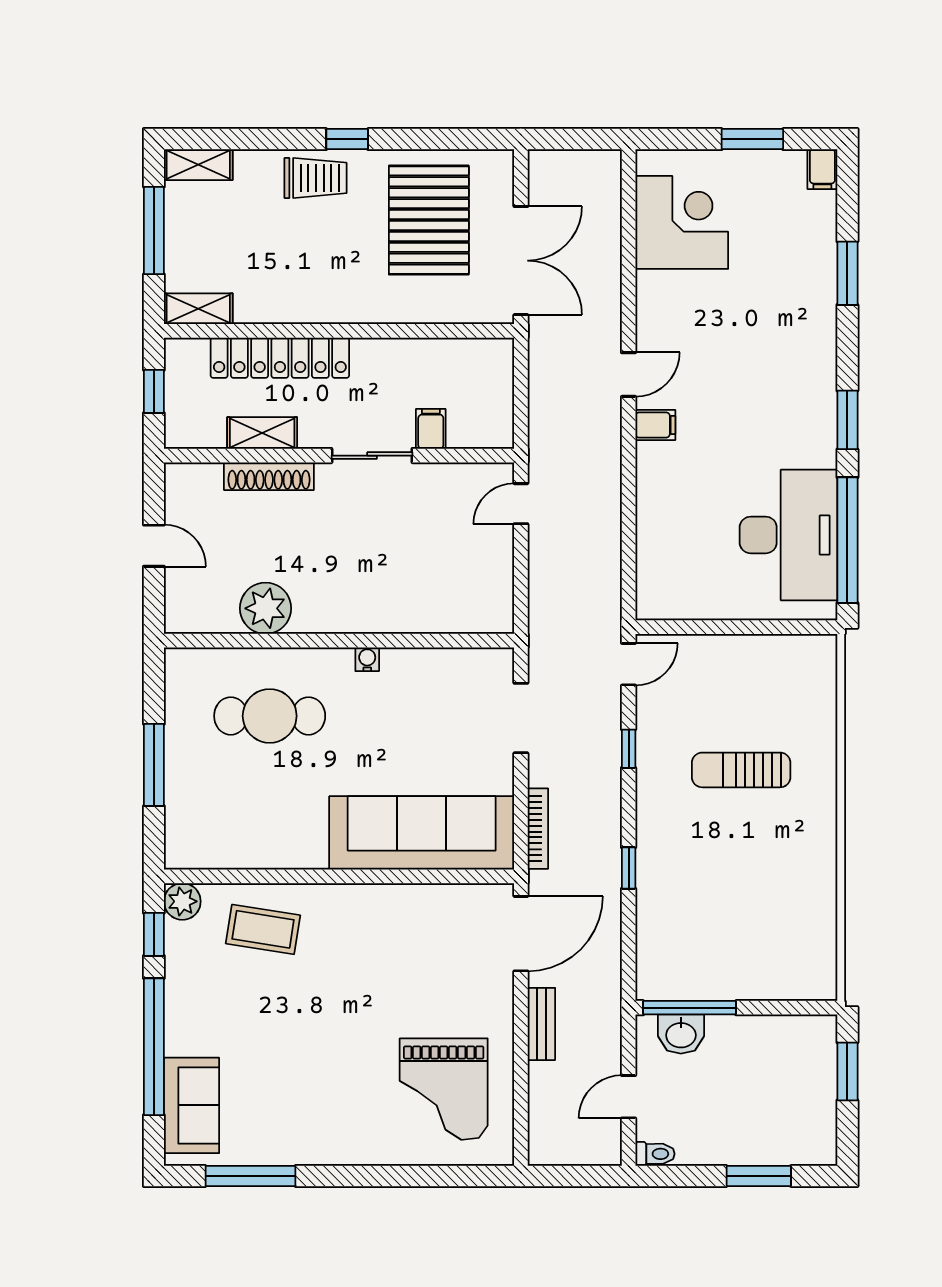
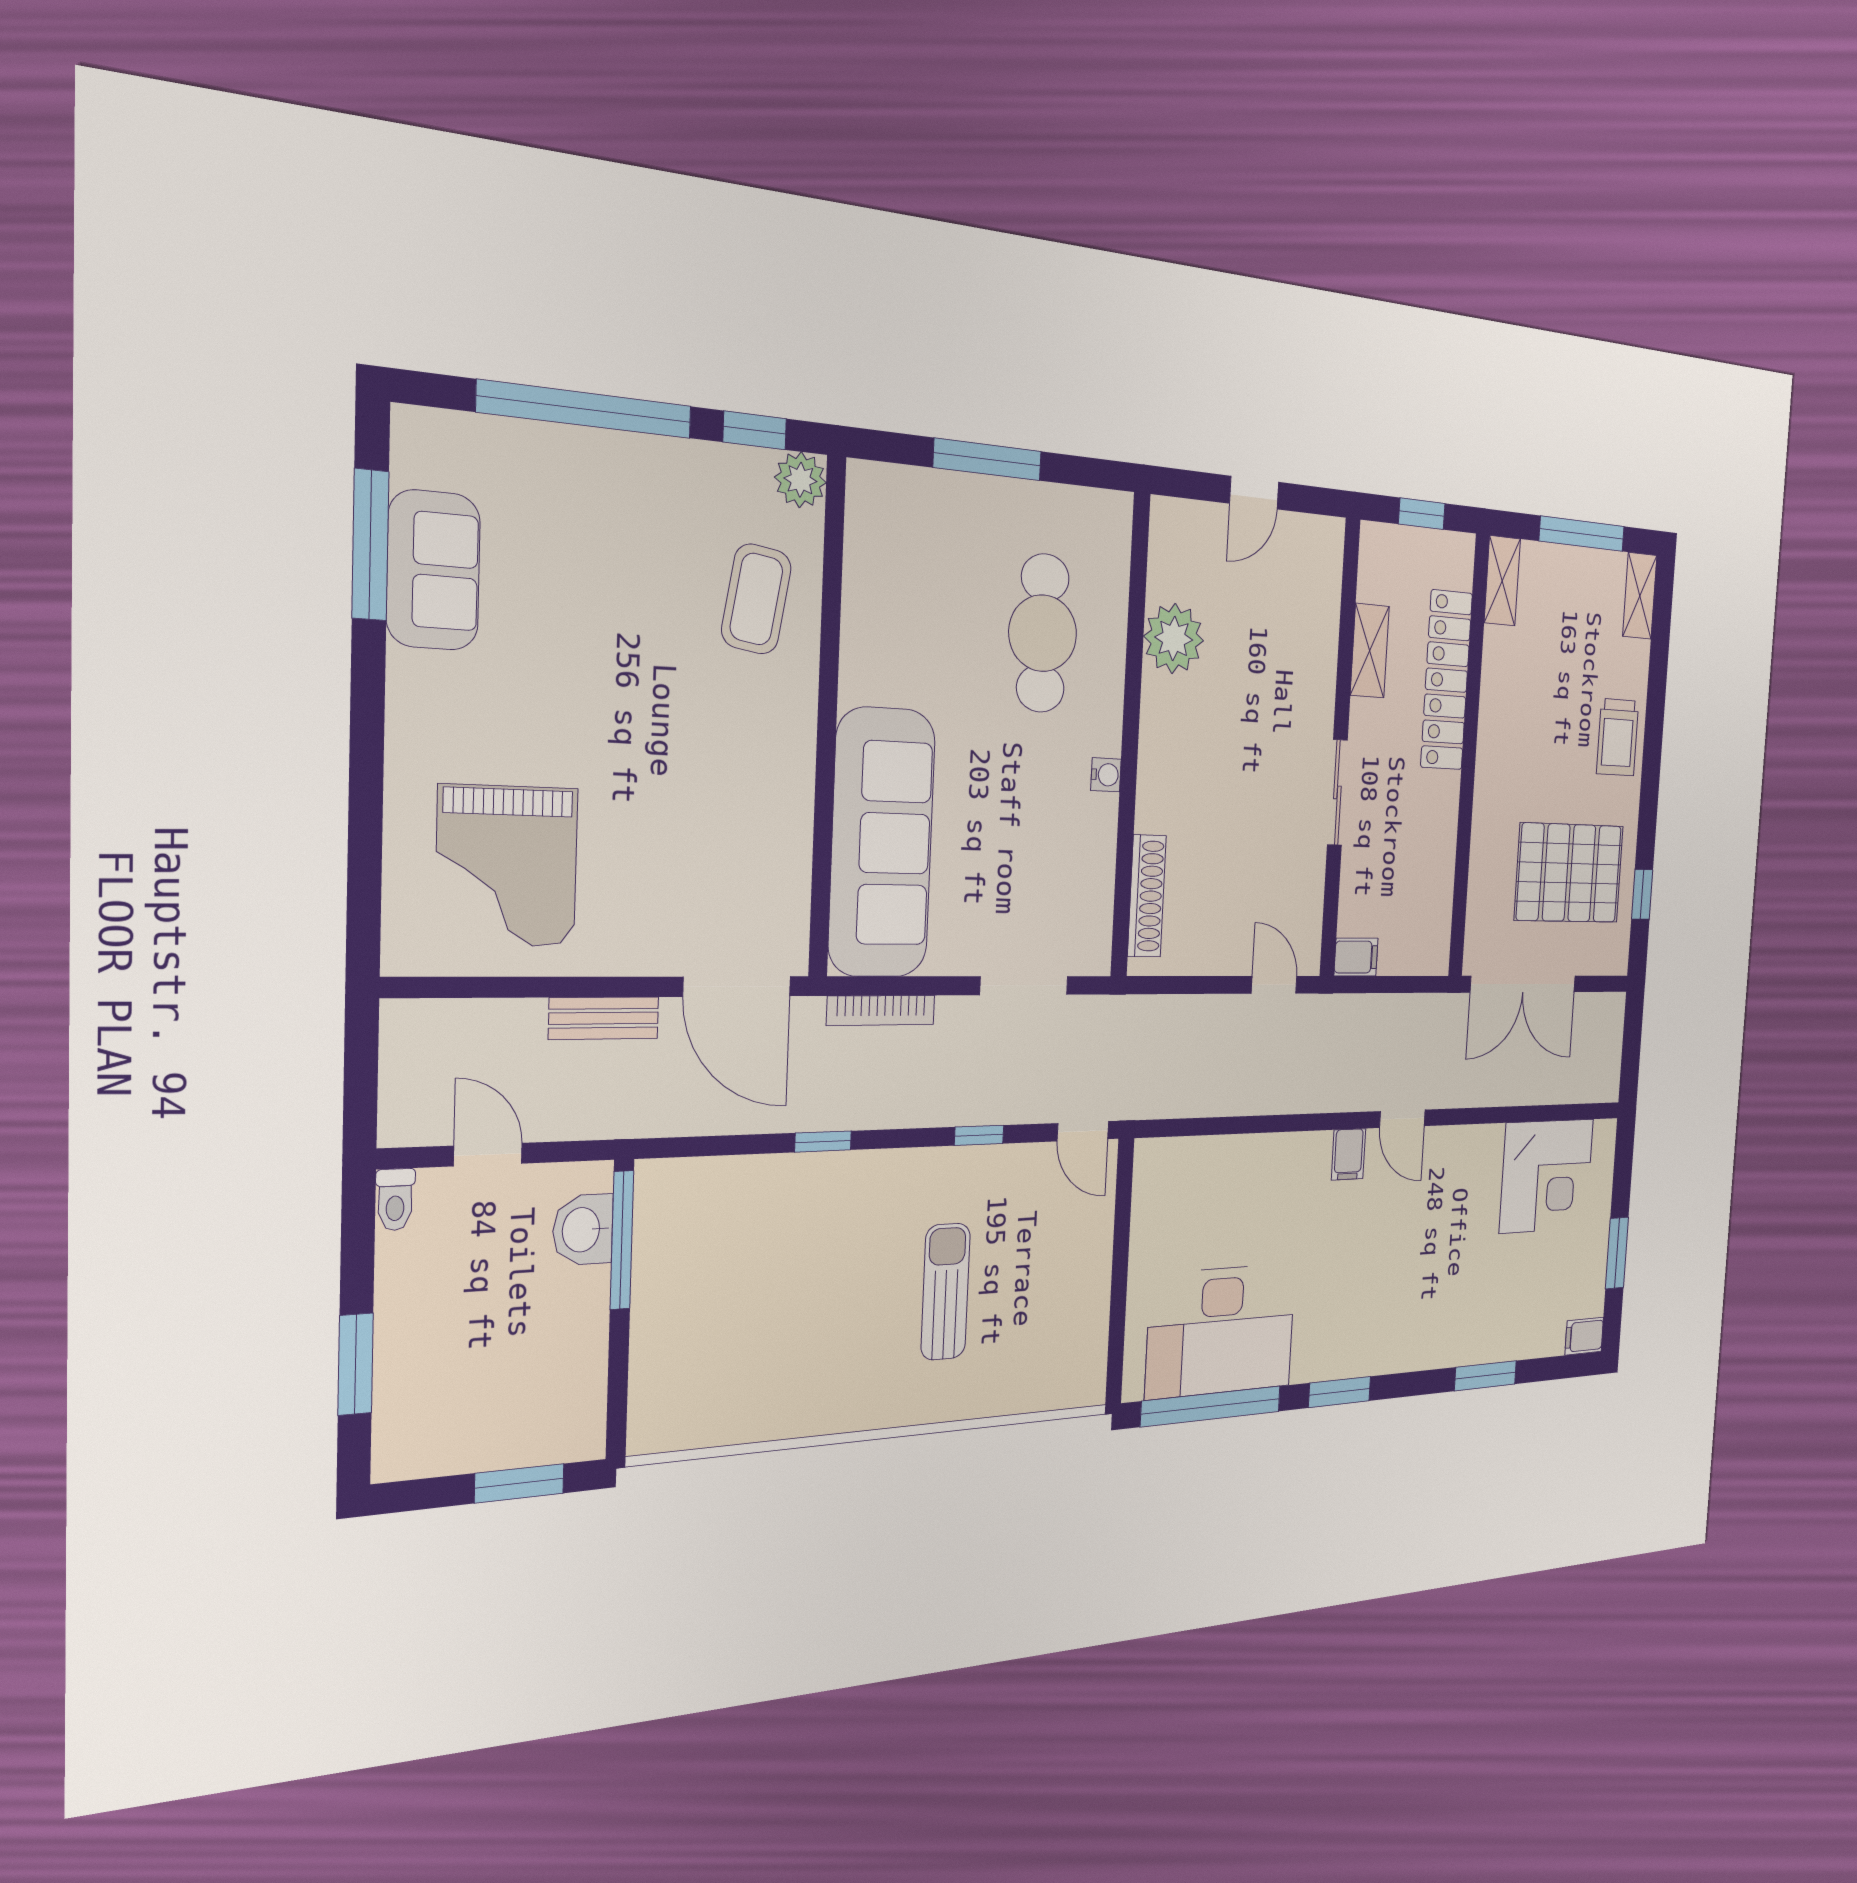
window: (347, 139) -> (1642, 894), moved
filing cabinet: (431, 429) -> (1356, 957), moved
shoe rack: (269, 476) -> (1147, 896), moved, turned 180
grand piano: (444, 1089) -> (507, 866), turned -90
sofa: (192, 1105) -> (433, 570), moved, turned -90

